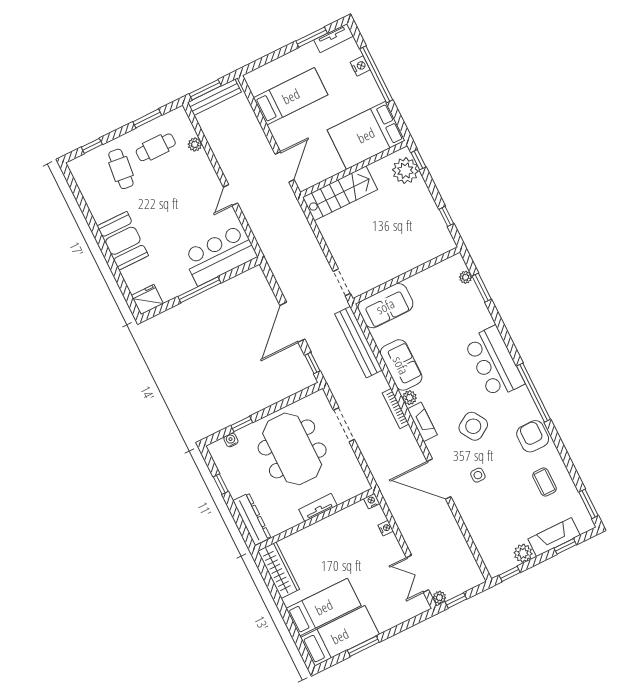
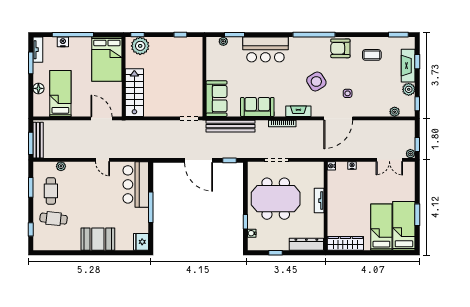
floor lamp: (283, 64) -> (38, 88), added
bar counter: (494, 362) -> (265, 49), moved
plant: (410, 398) -> (395, 112), moved

